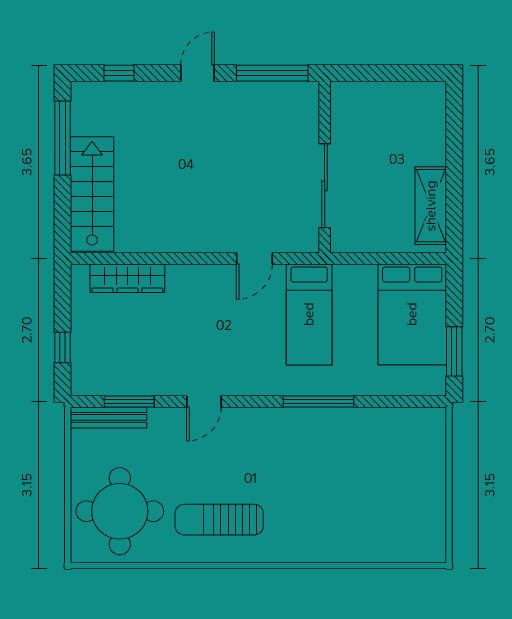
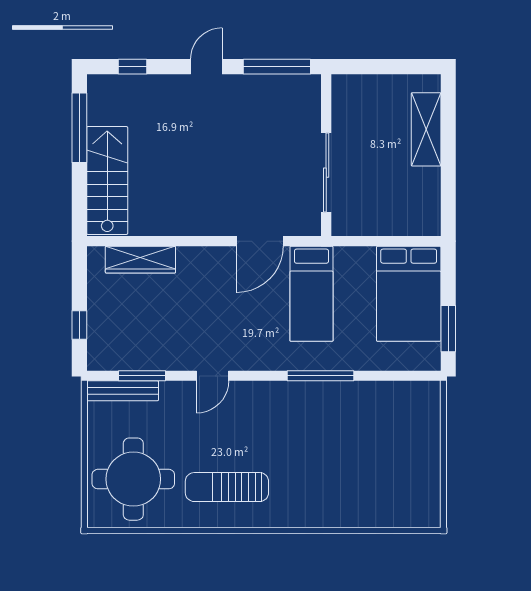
shelving: (431, 206) -> (426, 129), moved
door: (254, 259) -> (260, 241), width x1.38

